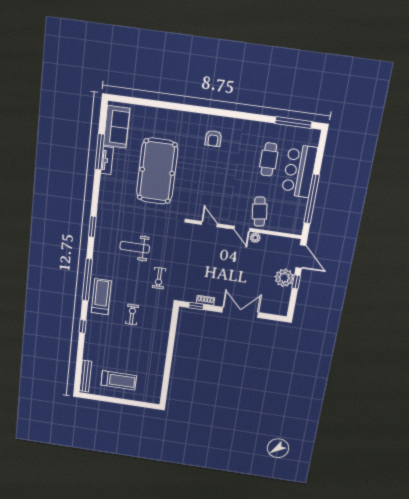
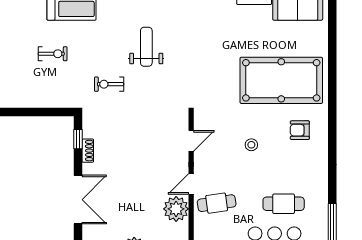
pool table: (157, 171) -> (281, 80), moved
stool: (219, 178) -> (251, 145), added
plant: (255, 238) -> (176, 209), width x1.88, depth x1.88

